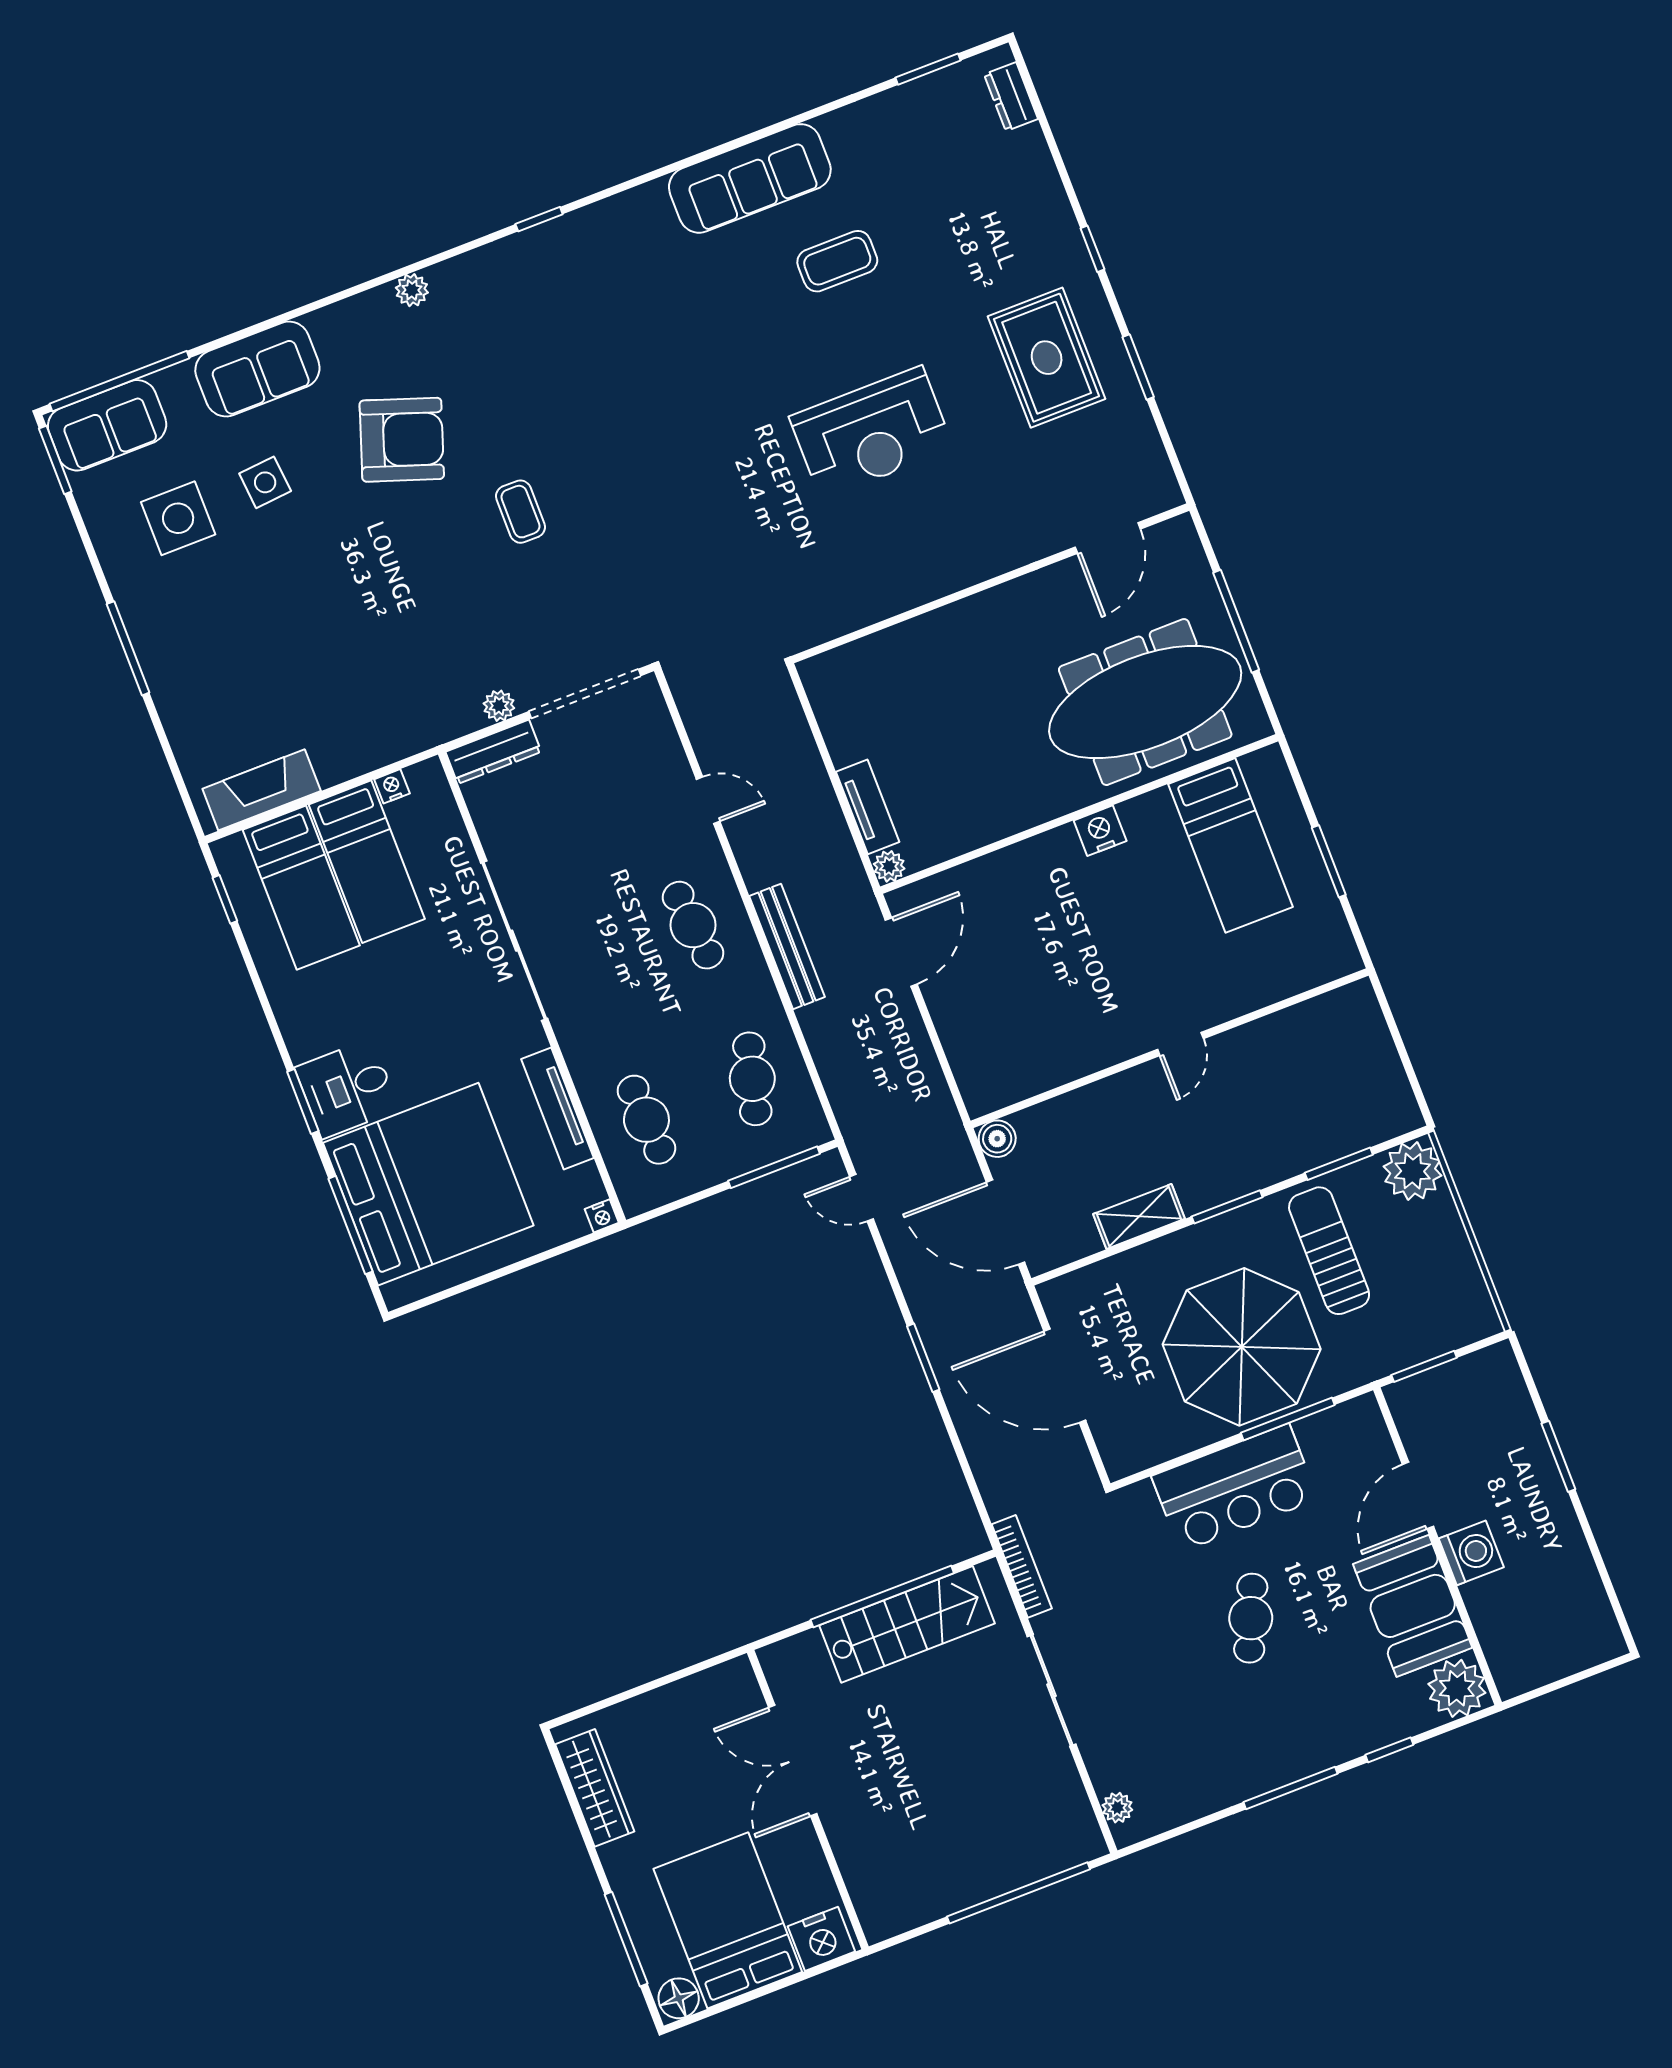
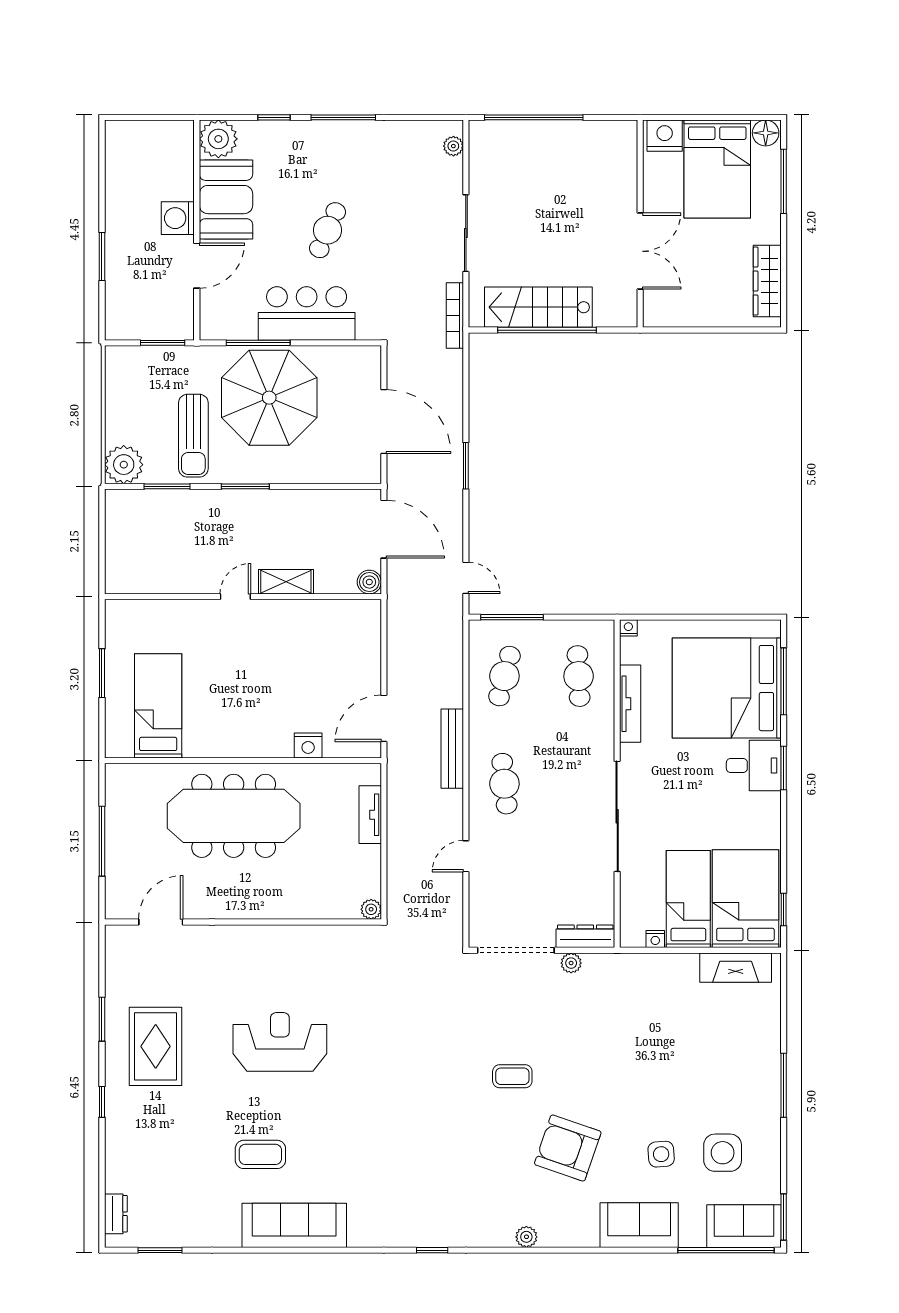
coffee table: (520, 512) -> (512, 1076), turned 90
meeting table: (1145, 702) -> (234, 816), moved
door: (708, 800) -> (466, 856), hinge flipped
nightstand: (1100, 831) -> (308, 745), moved
plant: (889, 866) -> (371, 909), moved
bed: (301, 888) -> (745, 899), width x1.50
shelving: (1139, 1216) -> (286, 582), moved

